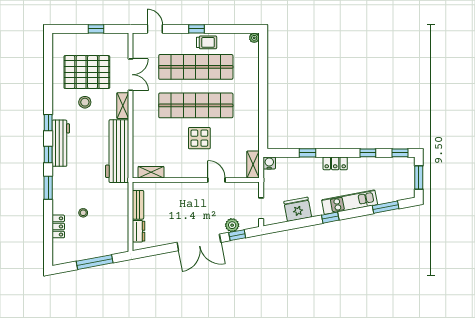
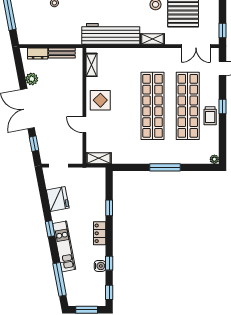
window: (96, 29) -> (222, 31), moved
double door: (131, 75) -> (196, 46), moved
window: (263, 92) -> (165, 167), added
display table: (199, 138) -> (100, 100), moved
water cooler: (269, 163) -> (100, 266), moved
door: (216, 180) -> (84, 125), swing flipped
window: (386, 207) -> (60, 279), width x1.44
plant: (232, 225) -> (32, 79), moved

